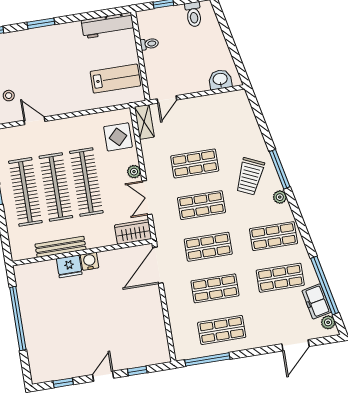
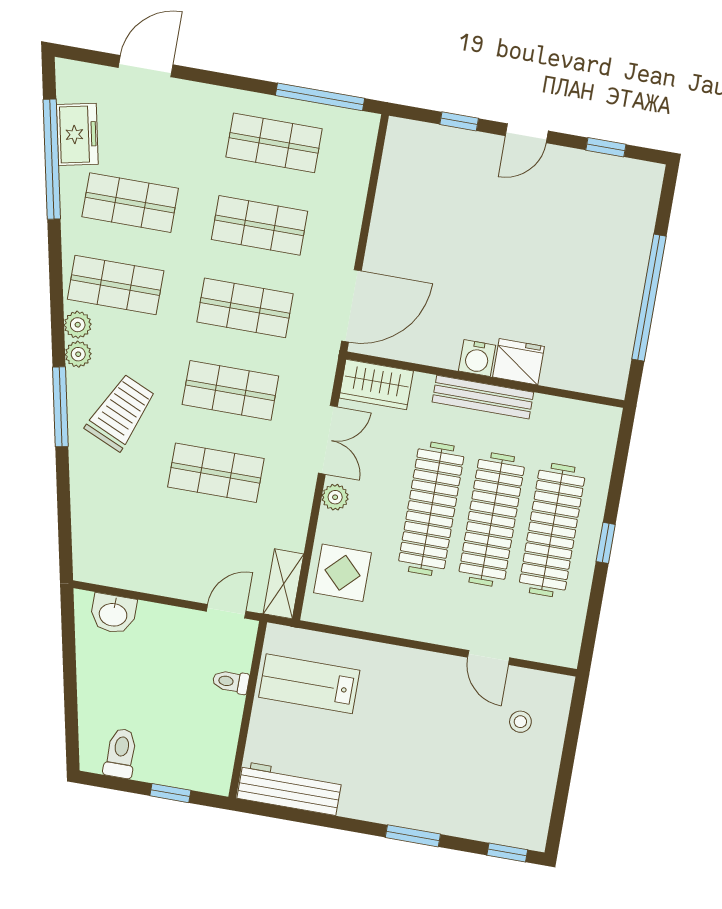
toilet: (149, 44) -> (231, 682), moved
bench: (60, 247) -> (483, 397), moved
plant: (328, 322) -> (78, 325), moved

